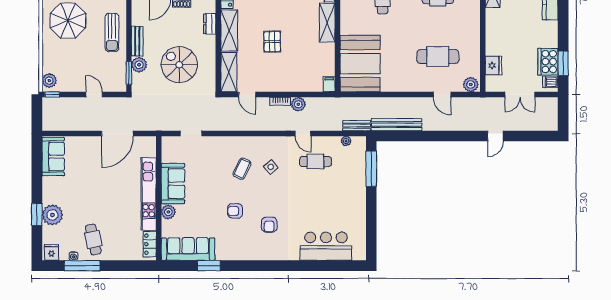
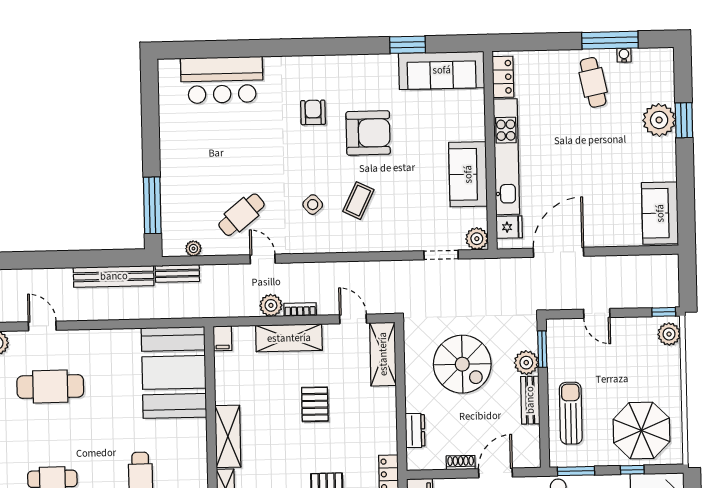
shelving: (229, 31) -> (289, 338), moved, turned 90
cafe table: (315, 162) -> (242, 215), turned -39
armchair: (235, 211) -> (368, 133), width x1.88, depth x1.88
plant: (168, 212) -> (477, 239), moved
fridge: (51, 252) -> (509, 227), moved, turned -90

